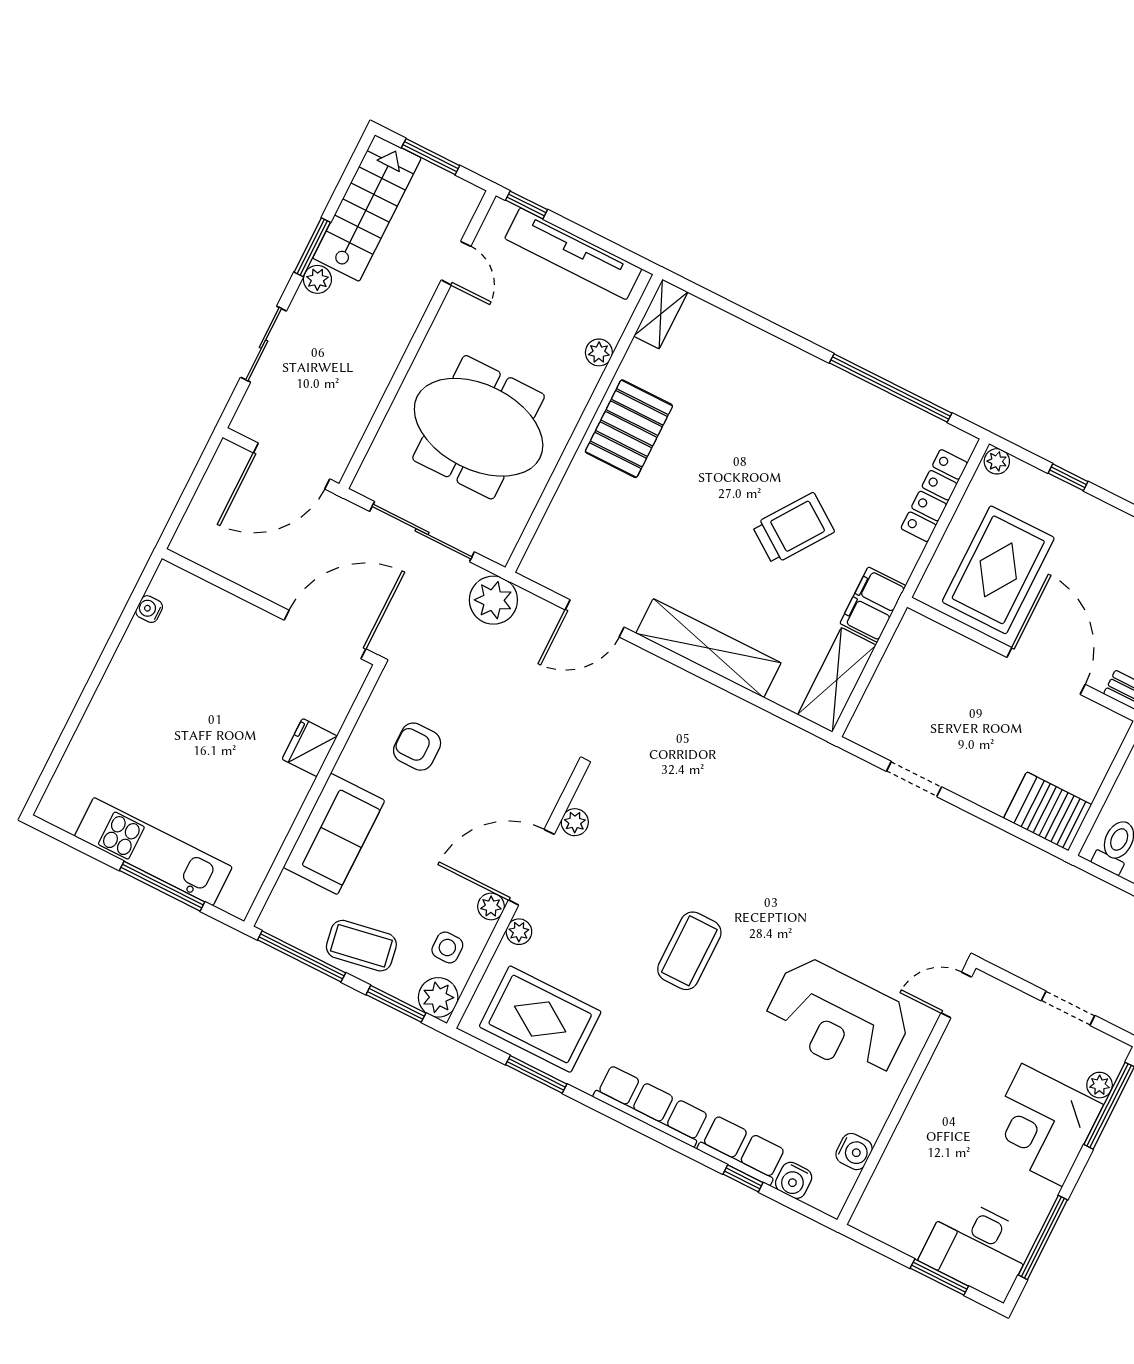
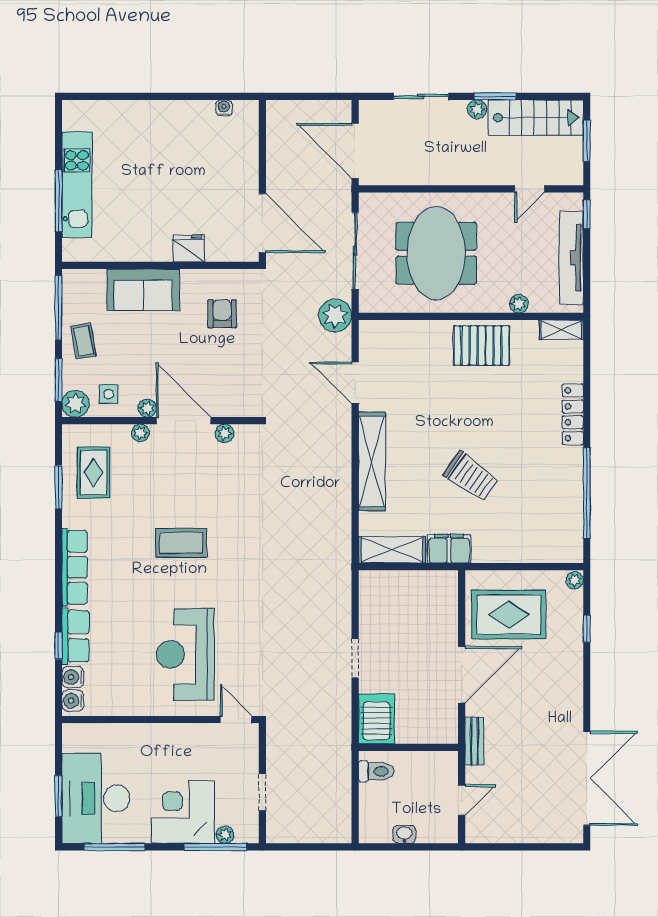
locker: (934, 496) -> (573, 414), moved, turned -90
doorway: (914, 779) -> (355, 658), moved
coffee table: (361, 946) -> (83, 341), width x0.73, depth x0.77
rug: (540, 1019) -> (94, 473), width x0.73, depth x0.70
water cooler: (854, 1152) -> (73, 701), moved, turned 90
desk: (978, 1248) -> (96, 798), width x1.36, depth x1.30

